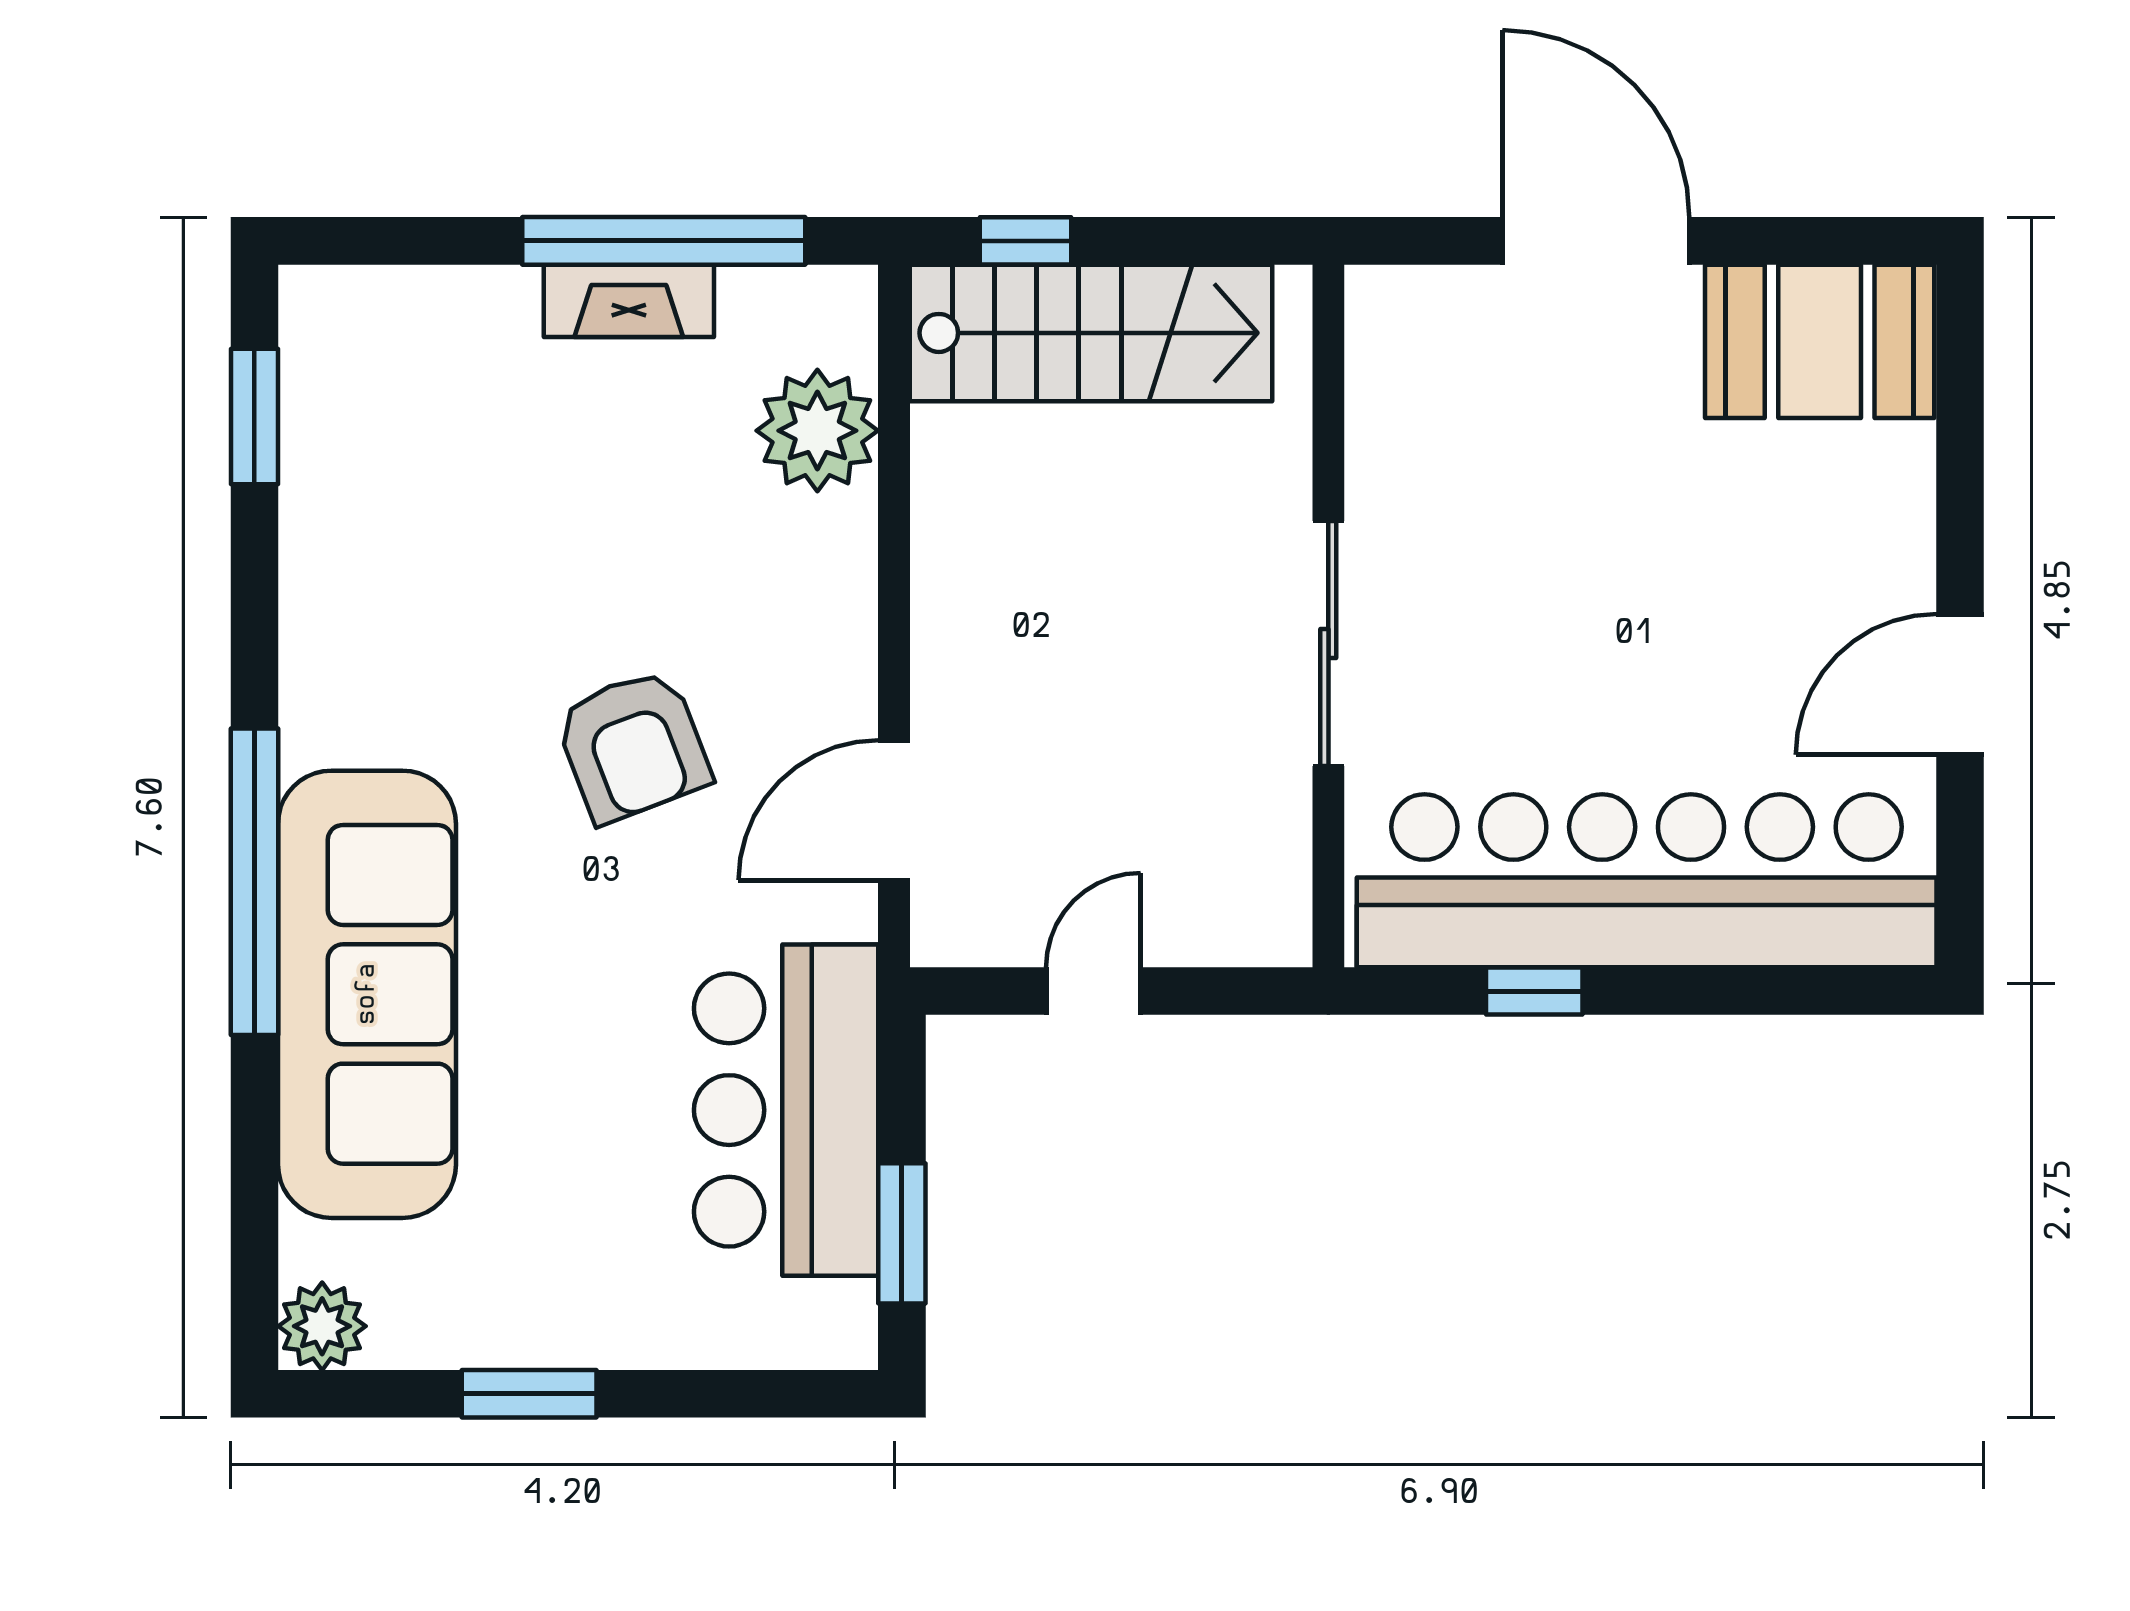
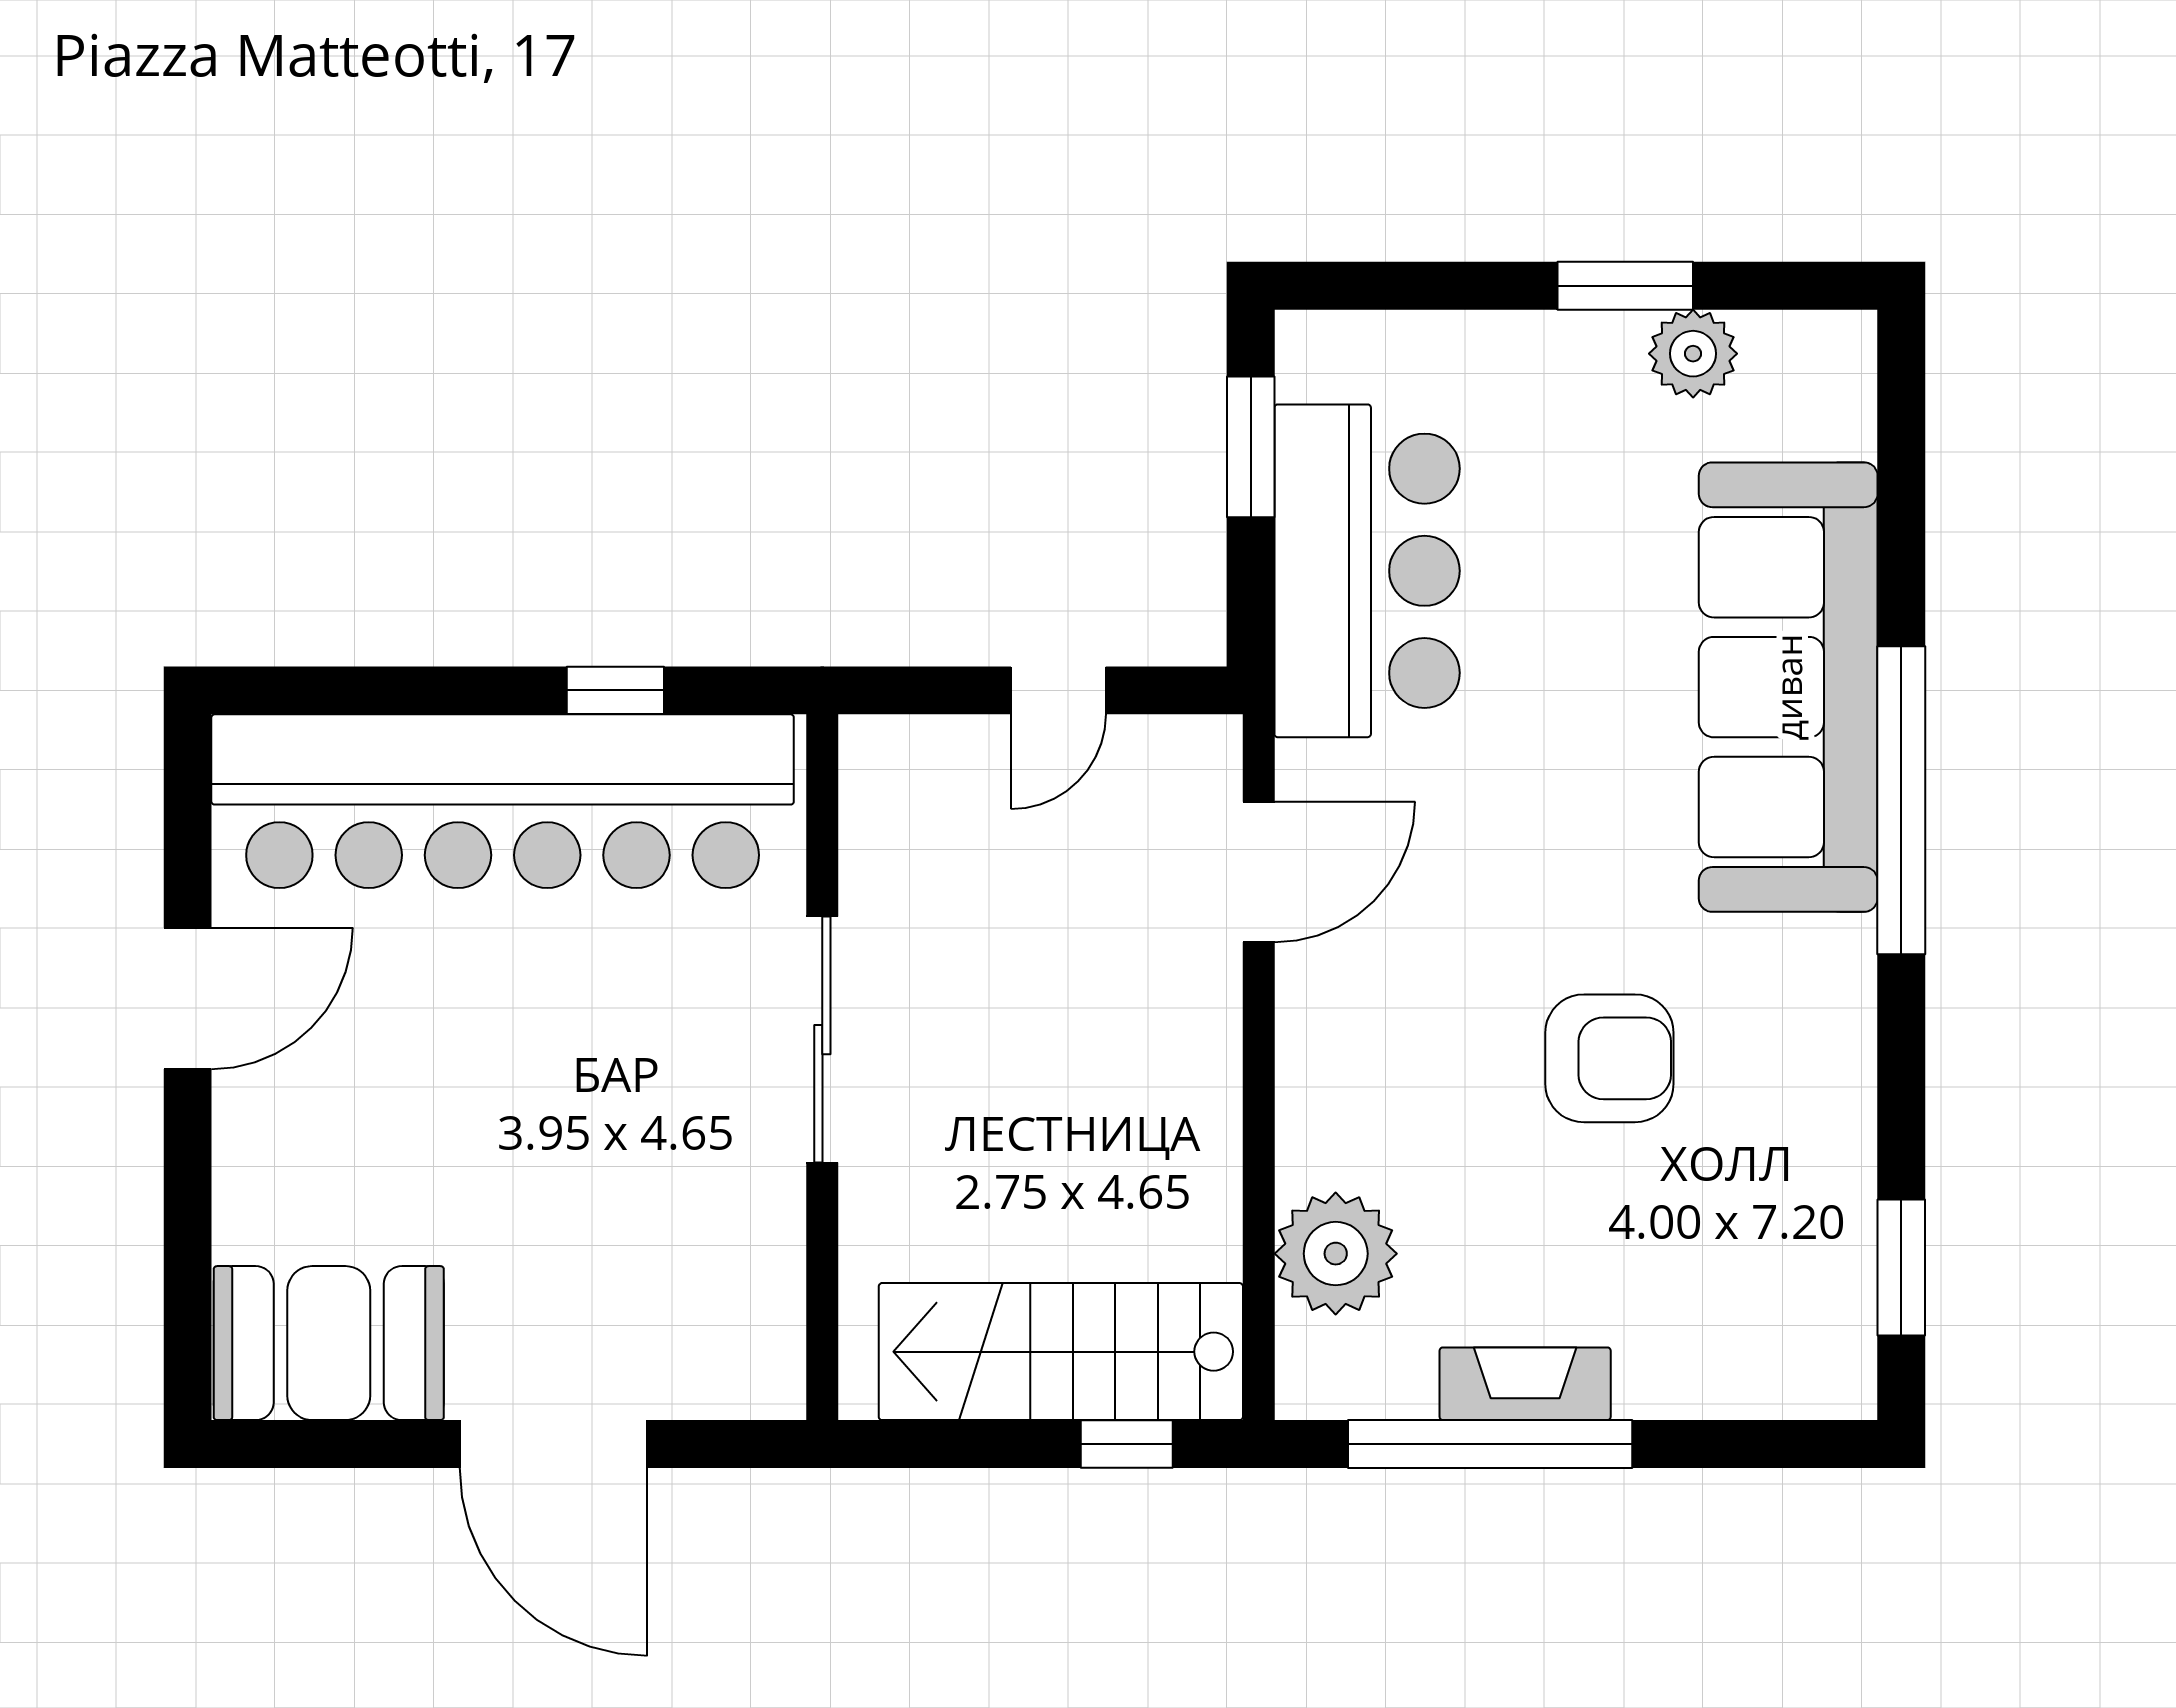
armchair: (633, 746) -> (1609, 1058), moved, turned 111
plant: (322, 1326) -> (1693, 354), moved

